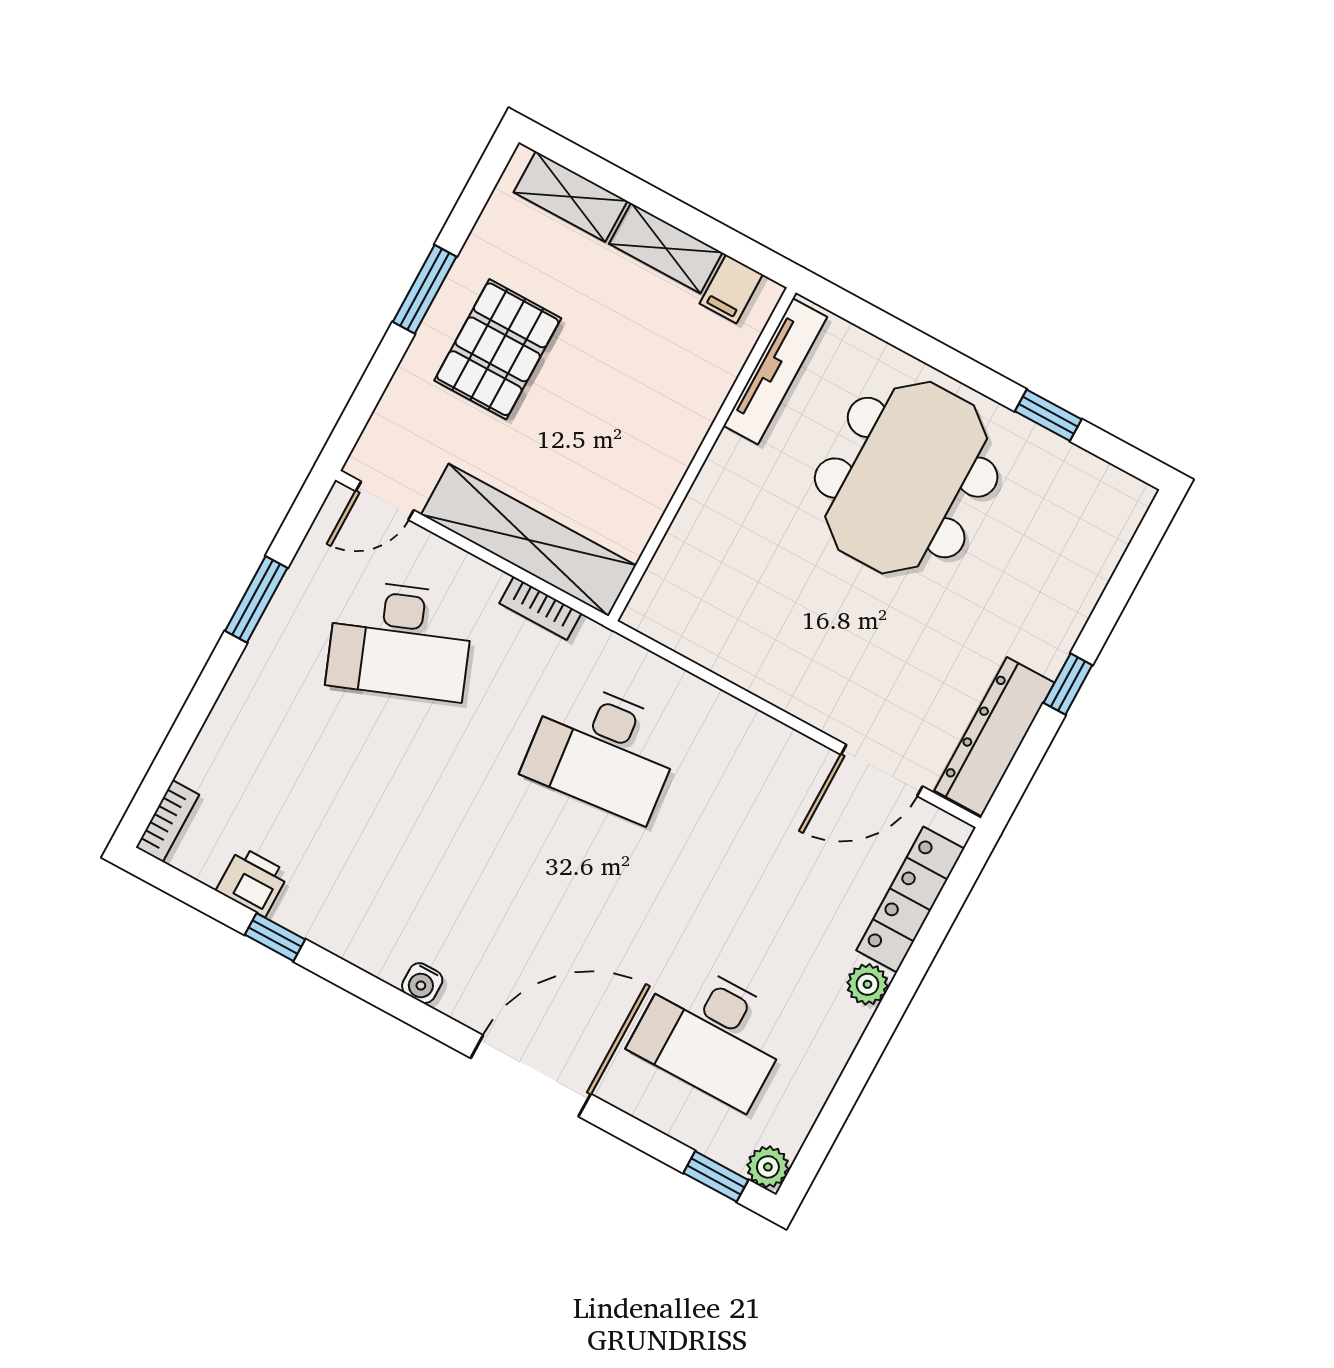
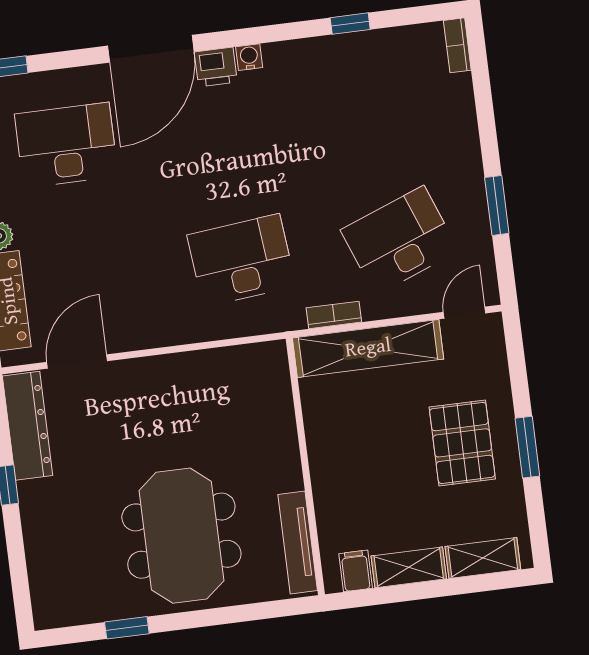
printer: (253, 882) -> (216, 67), moved

